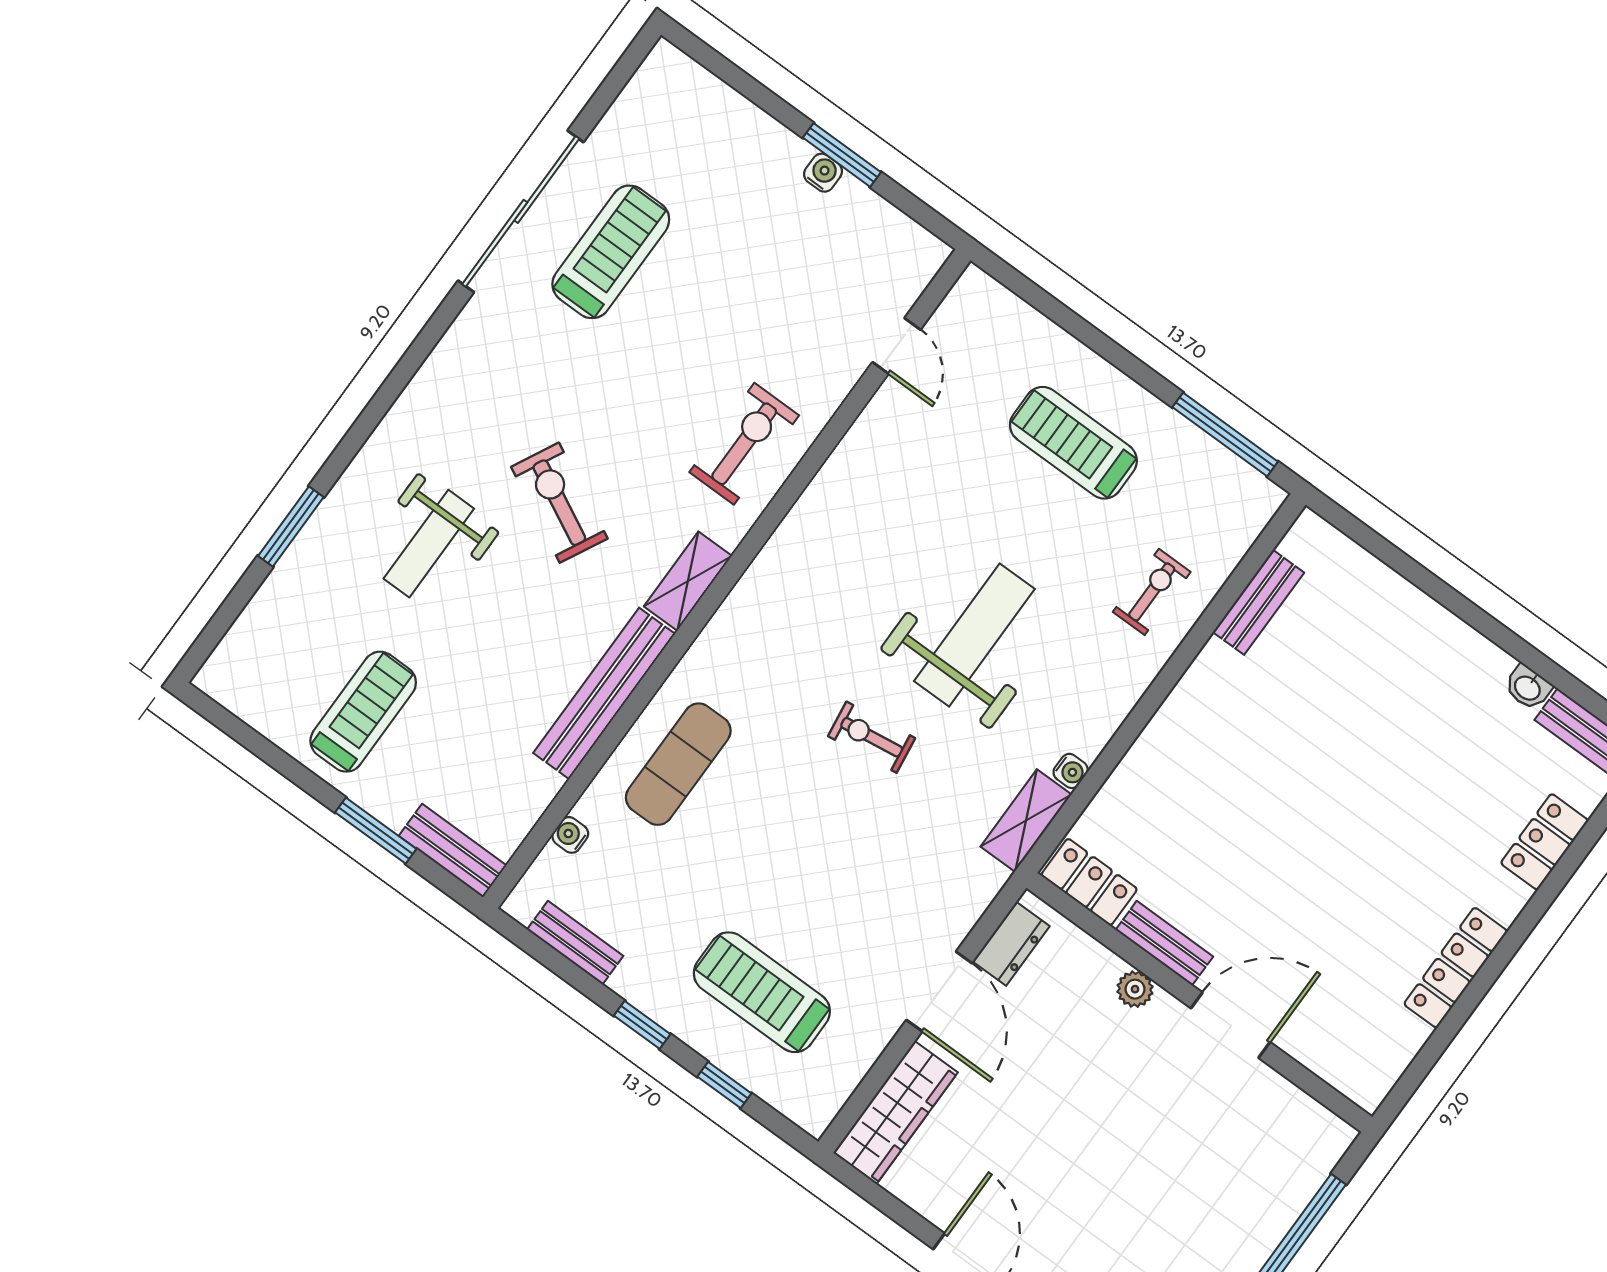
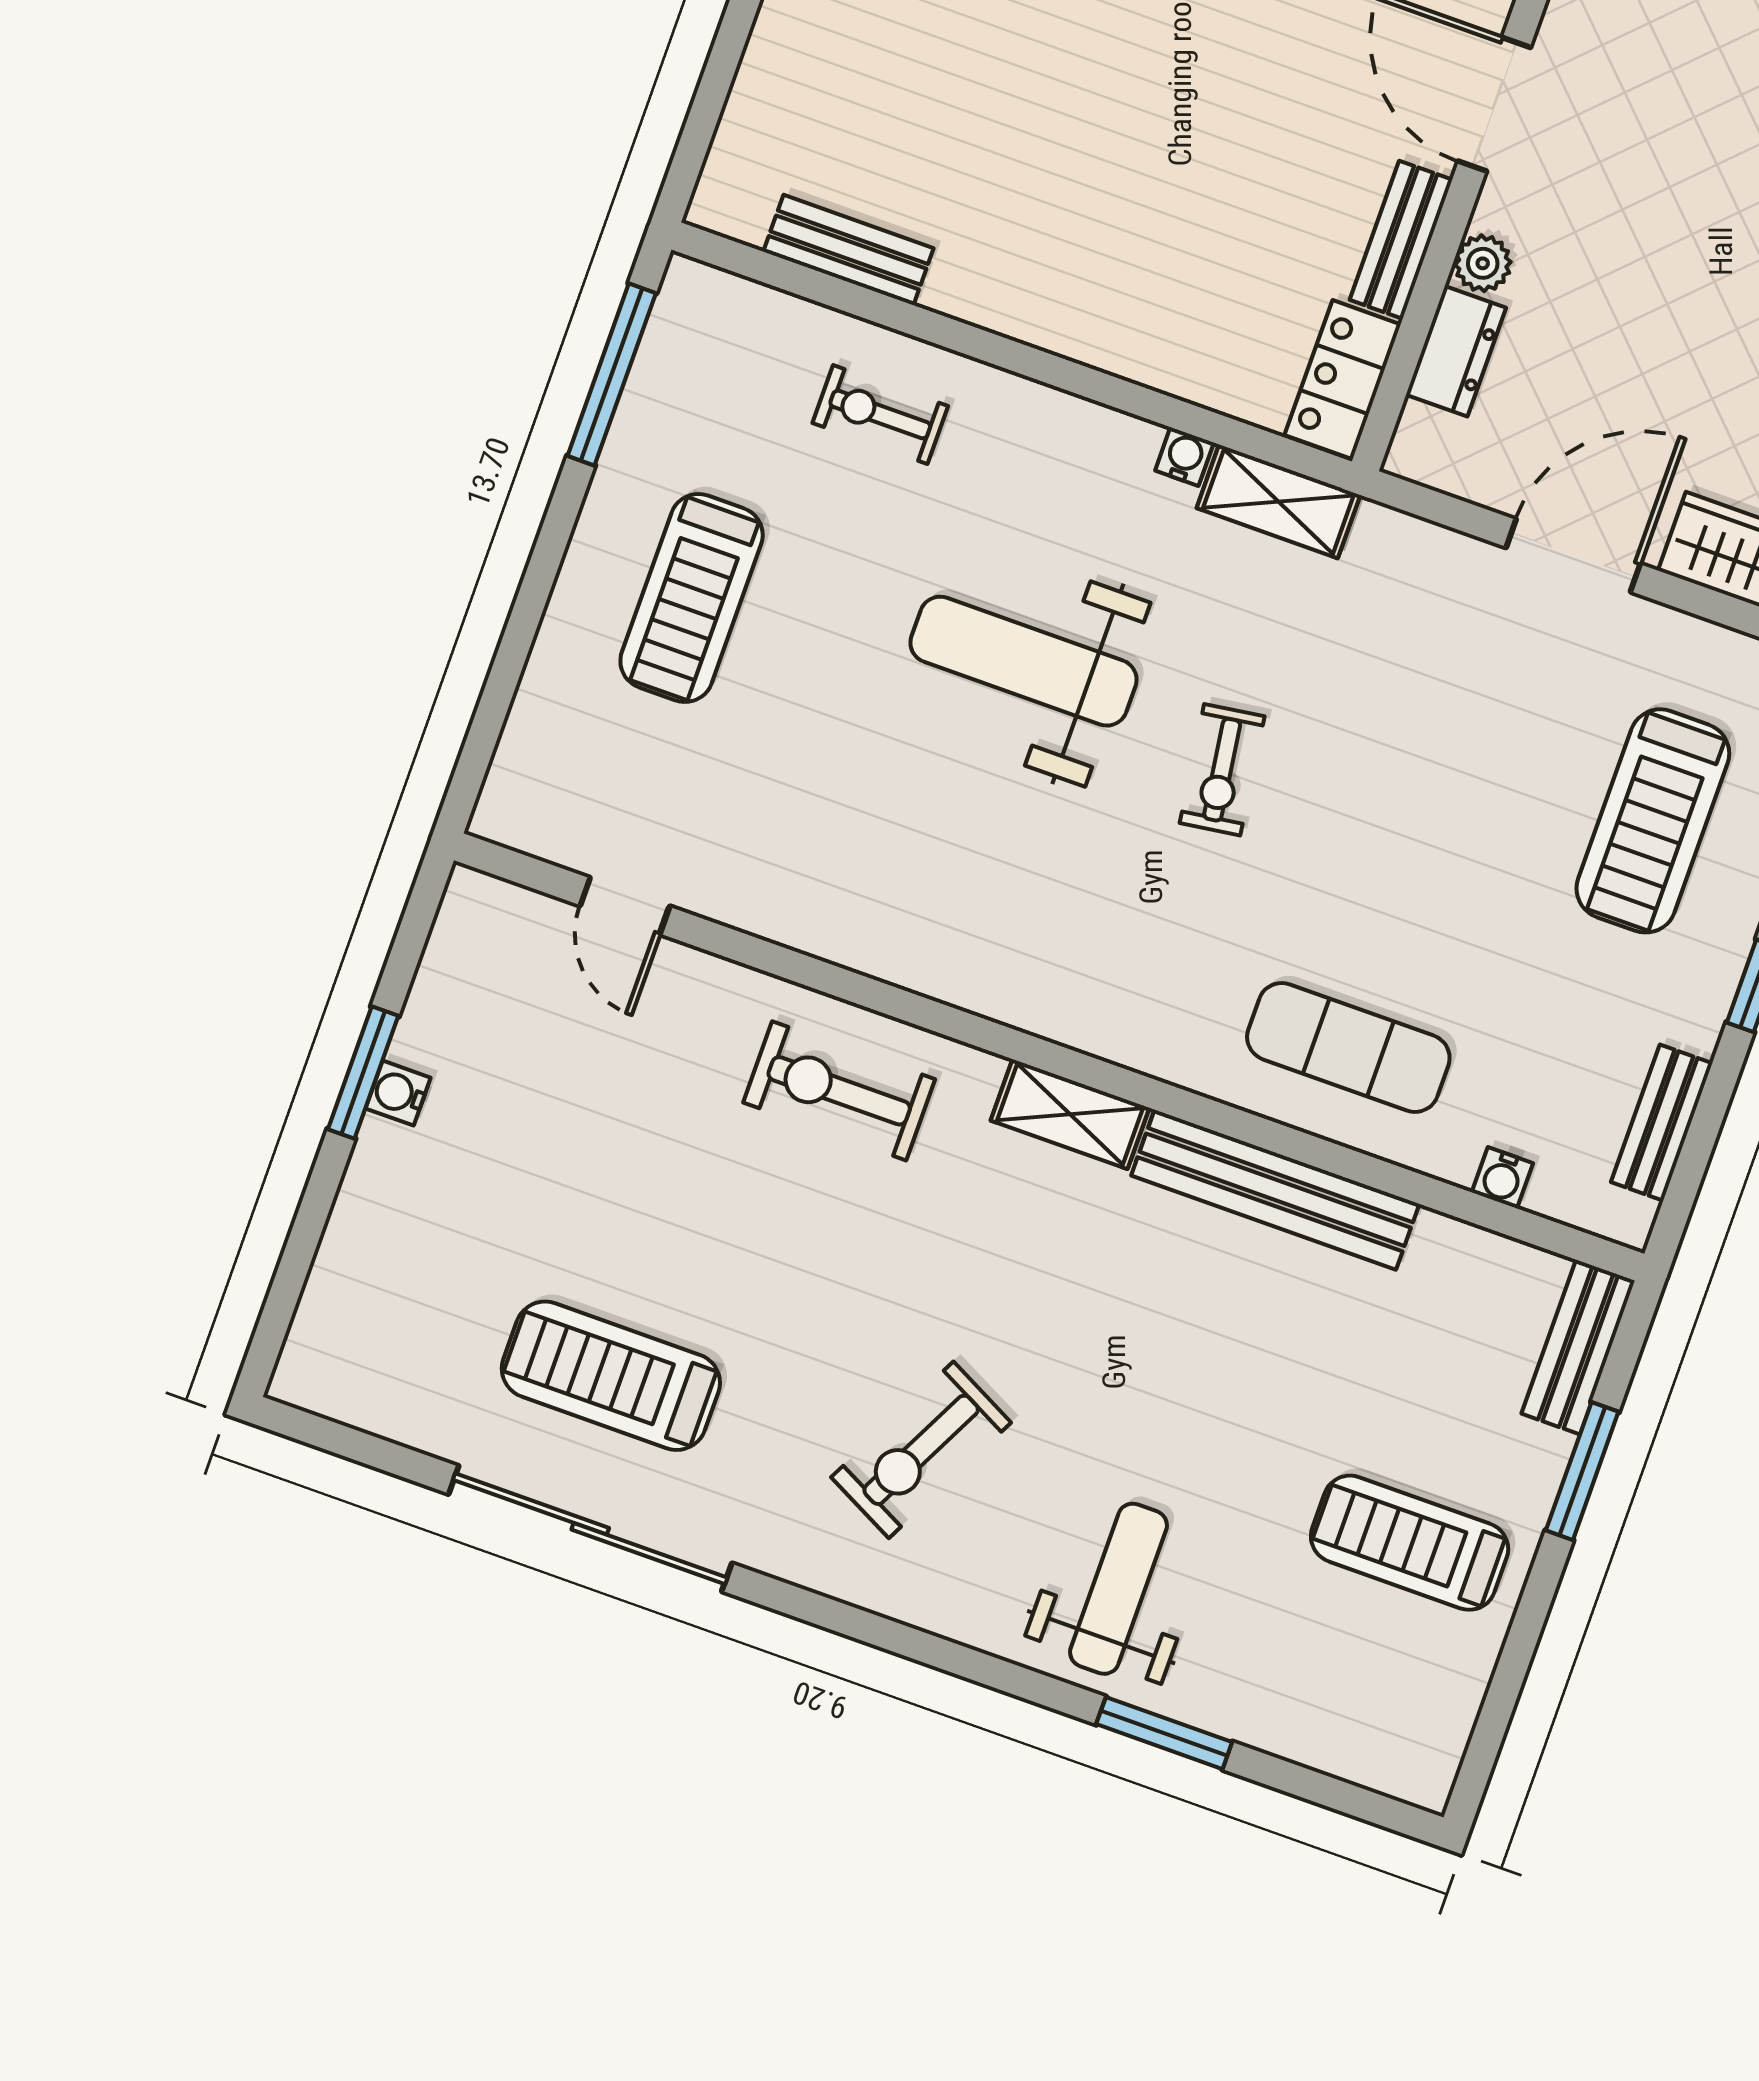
door: (897, 346) -> (625, 906), swing flipped
exercise bike: (559, 503) -> (921, 1450), moved
weight bench: (429, 544) -> (1119, 1589), moved, turned -90
dresser: (1011, 944) -> (1456, 351), moved, turned 90

